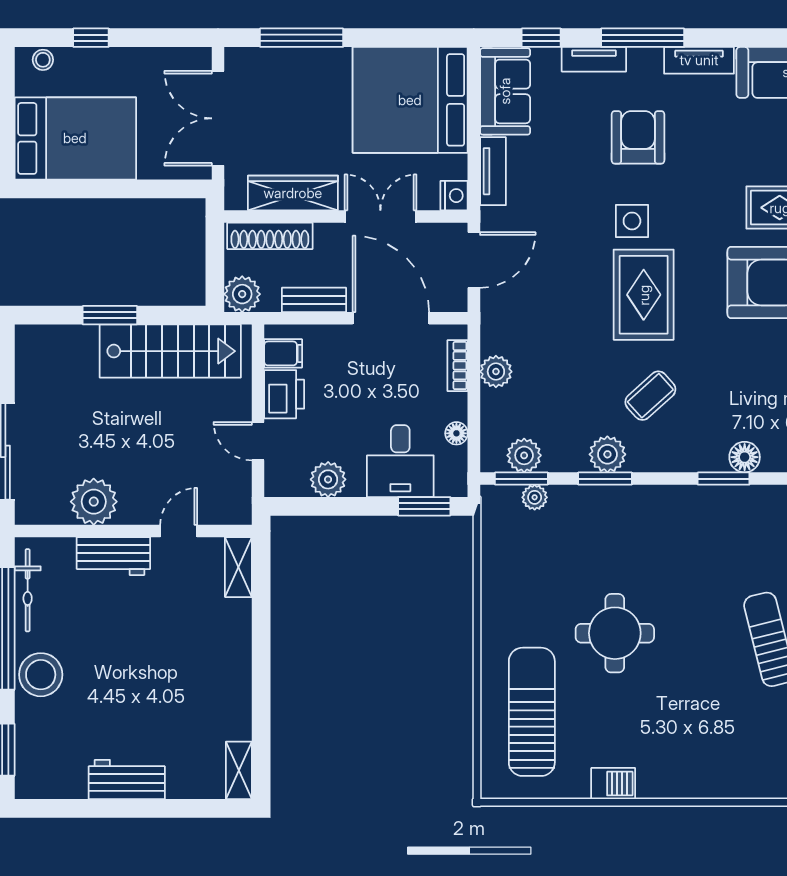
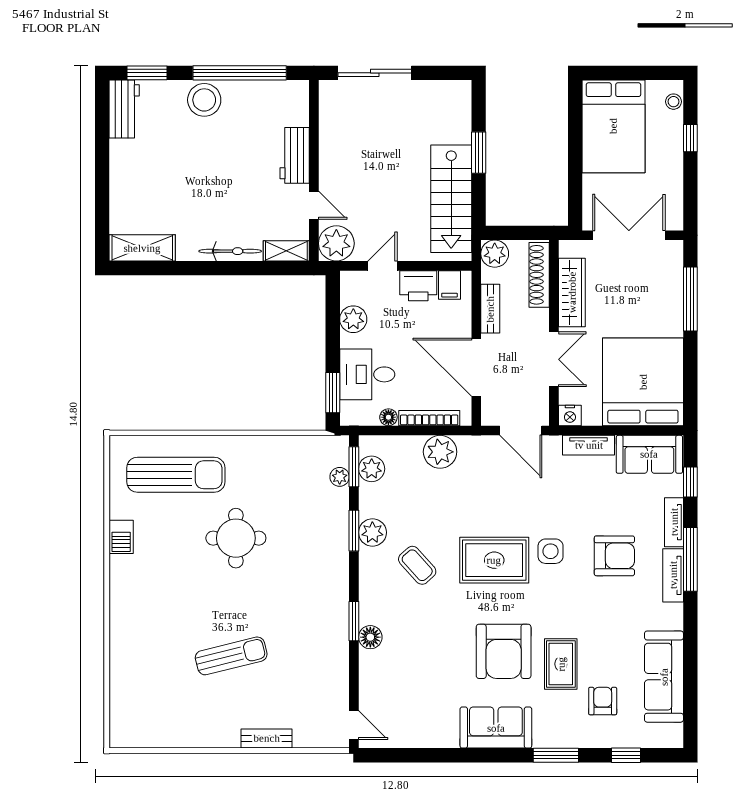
tv unit: (699, 60) -> (673, 575), moved
door: (391, 318) -> (476, 367), swing flipped
bookcase: (458, 366) -> (429, 418), width x1.56
plant: (496, 372) -> (440, 452), width x1.36, depth x1.36
plant: (94, 502) -> (336, 243), moved
bicycle: (28, 590) -> (230, 251), moved, turned 180
shelving: (239, 770) -> (142, 248), width x1.50, depth x1.33
workbench: (127, 780) -> (124, 109), moved

